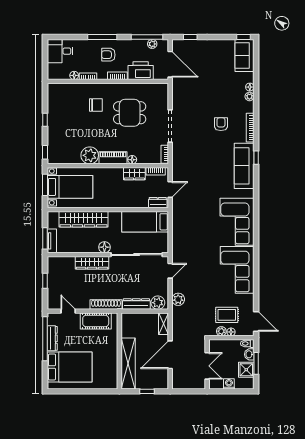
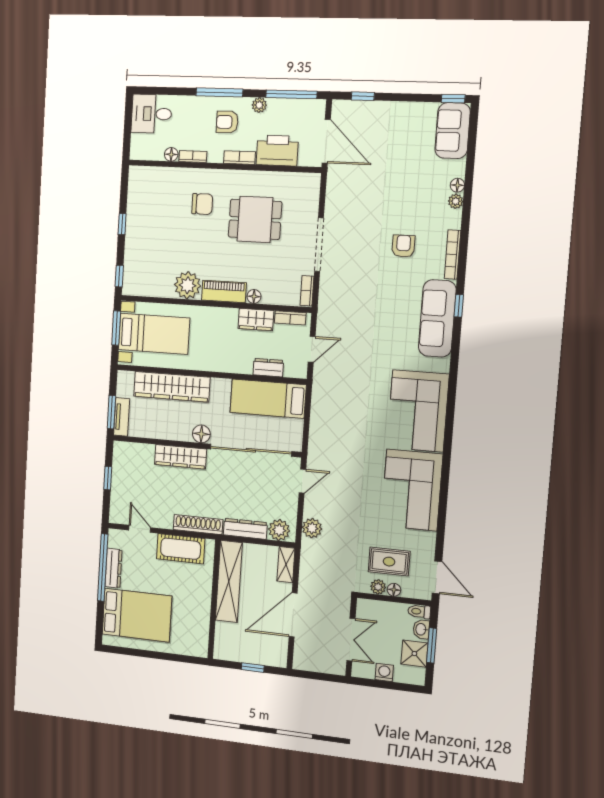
plant: (152, 44) -> (259, 105), moved
dresser: (158, 203) -> (268, 368), moved
shelving: (128, 363) -> (229, 581), moved

